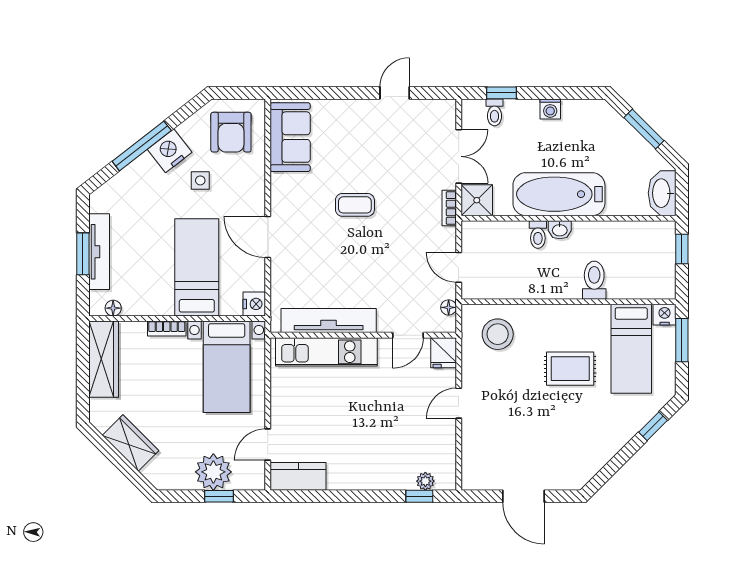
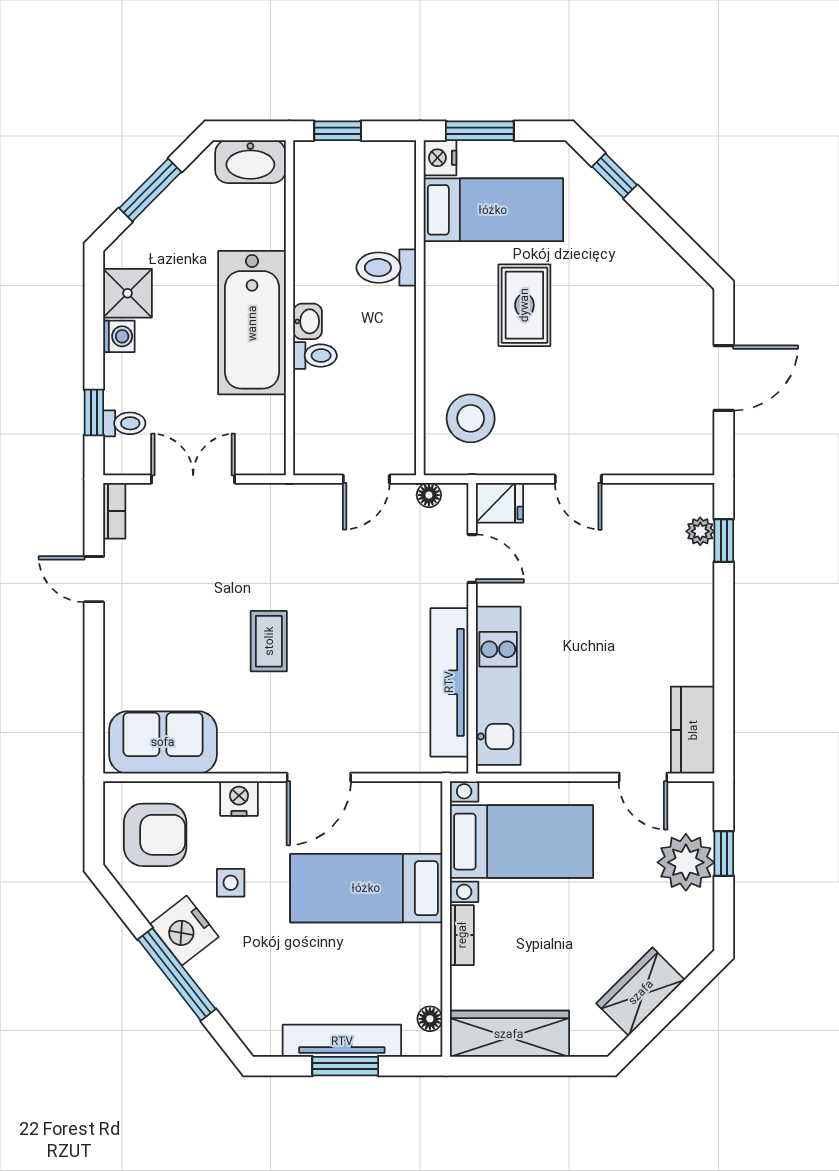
shower: (477, 200) -> (128, 293), moved
bookcase: (449, 208) -> (114, 511), moved, turned -90
nightstand: (254, 304) -> (239, 798), moved

